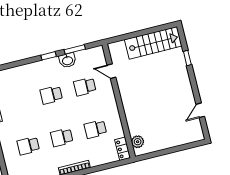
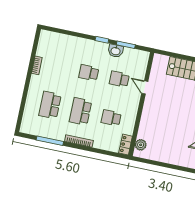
door: (111, 71) -> (145, 87), moved
school desk: (62, 137) -> (81, 111), width x1.85
school desk: (28, 146) -> (50, 105), width x1.85

